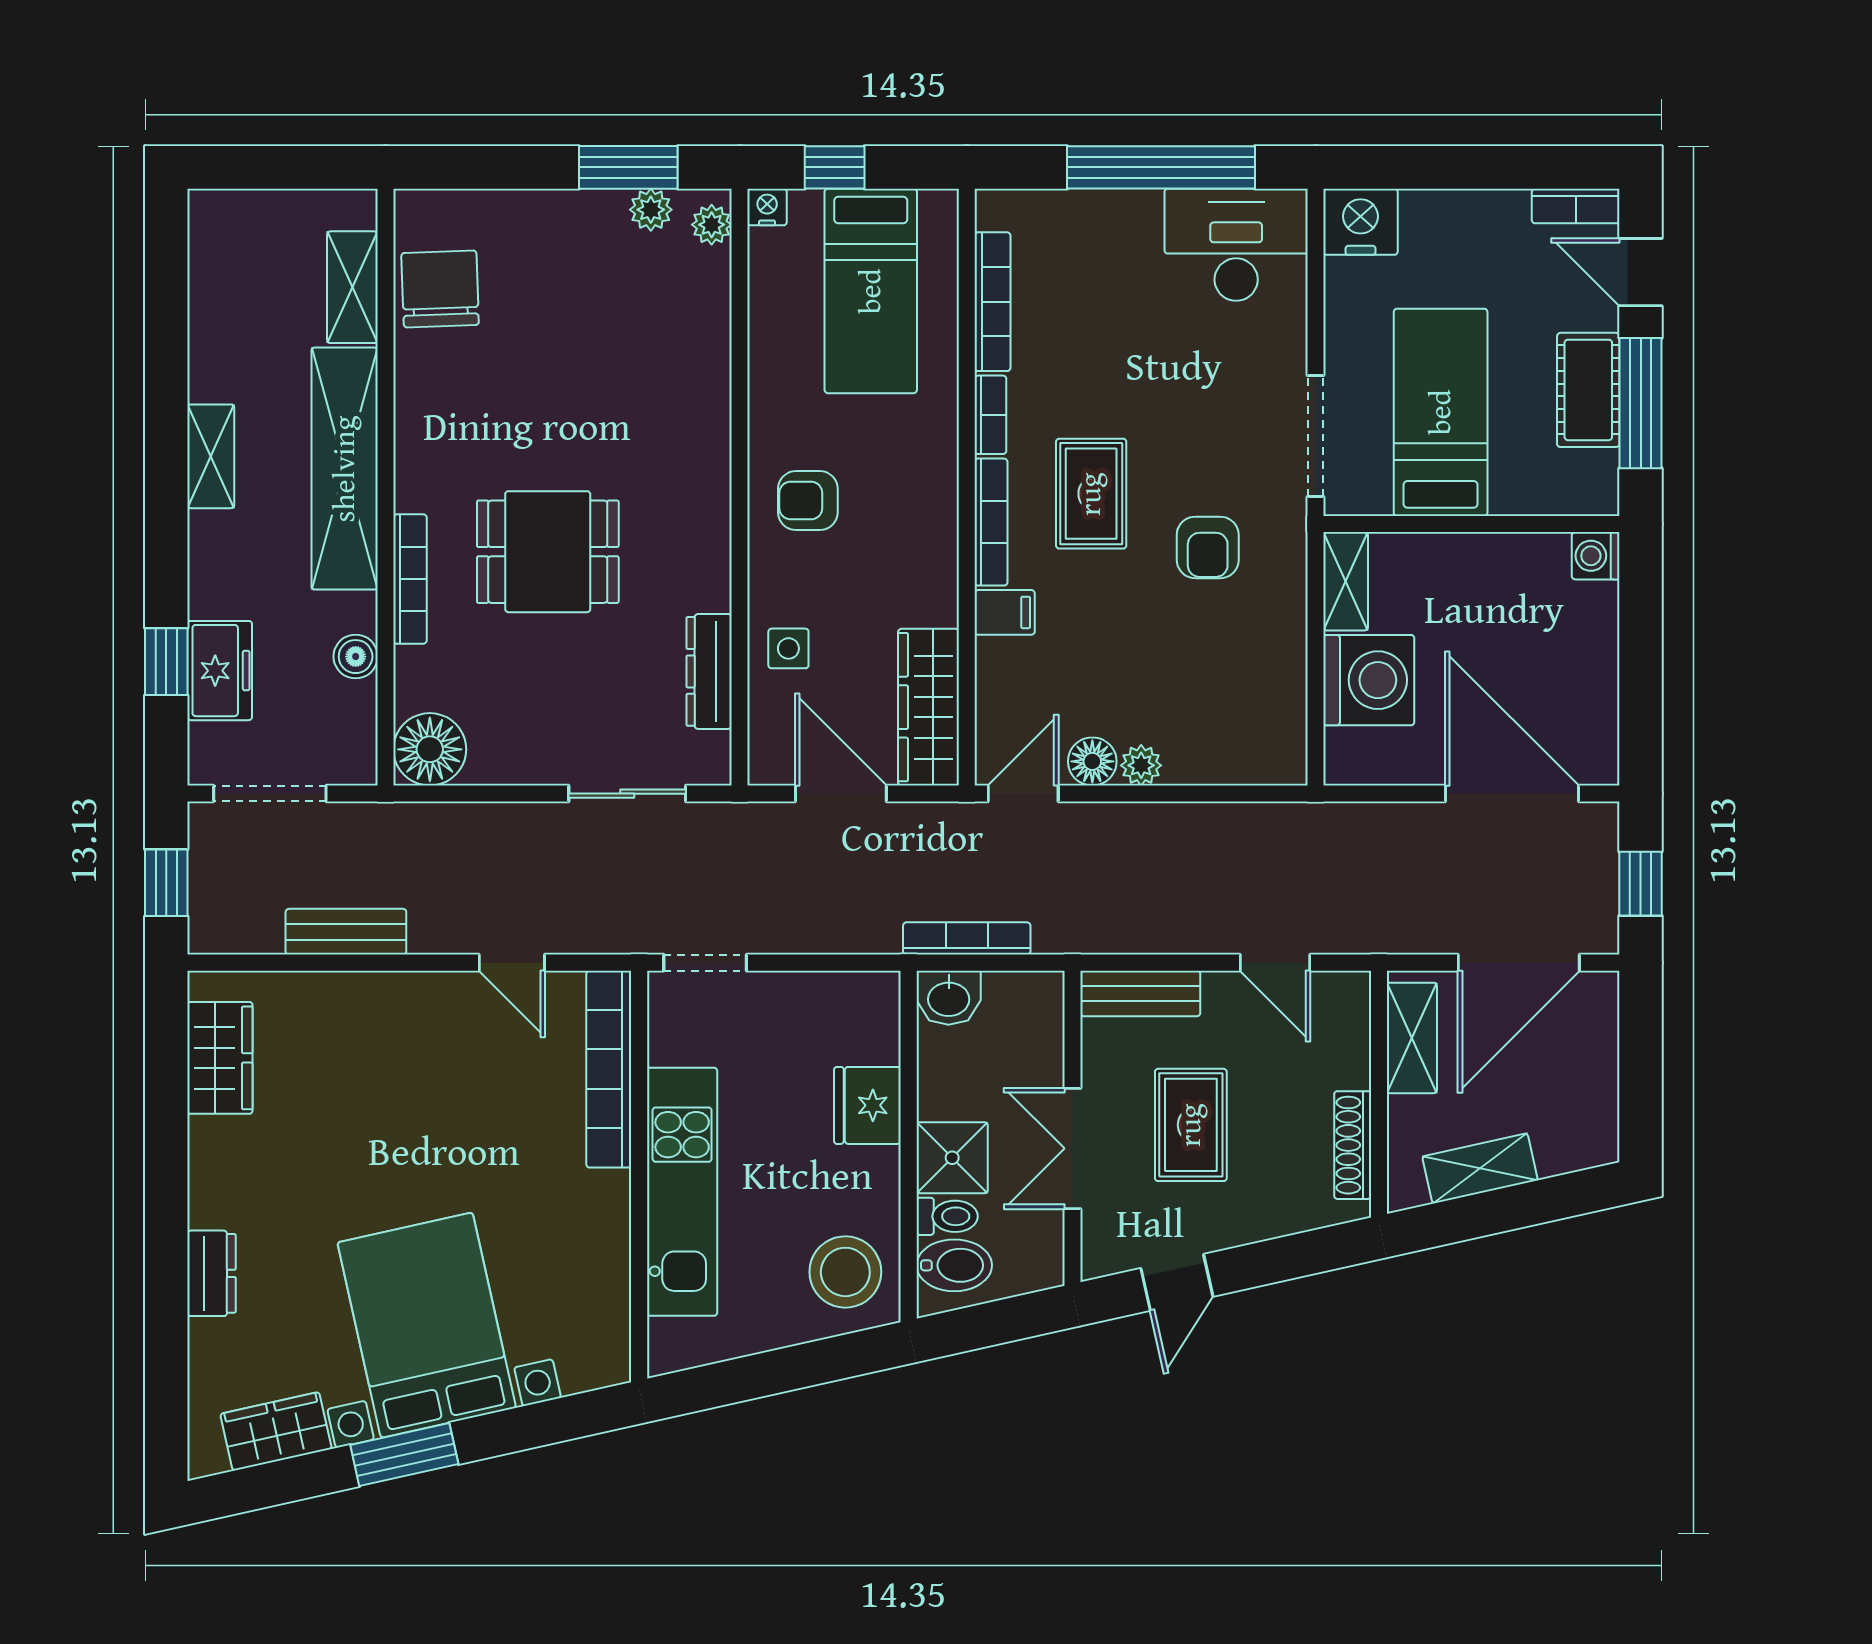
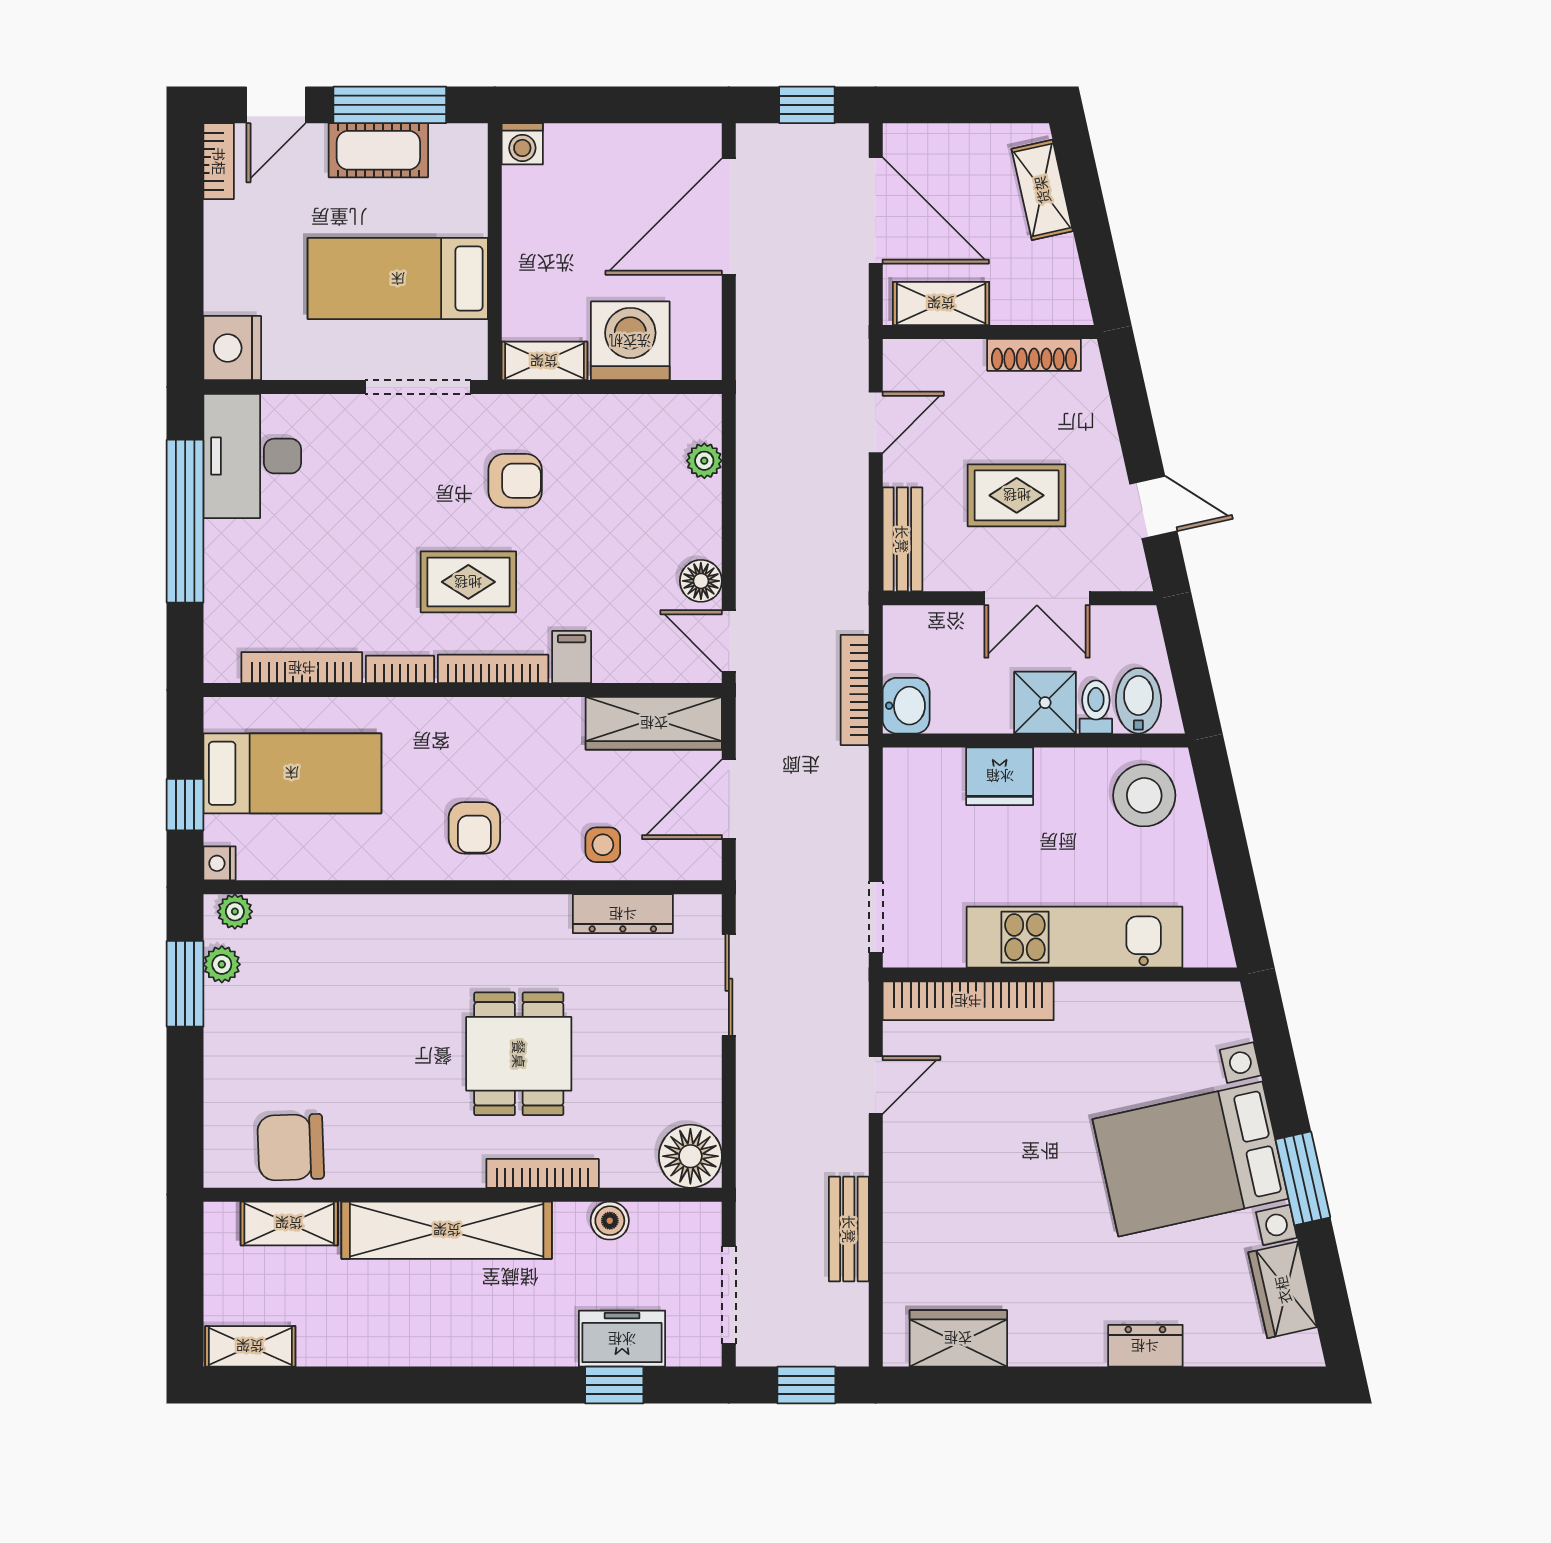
shelving: (211, 456) -> (250, 1346), moved
plant: (1141, 765) -> (704, 461), moved
shelving: (1480, 1168) -> (1042, 190), moved

